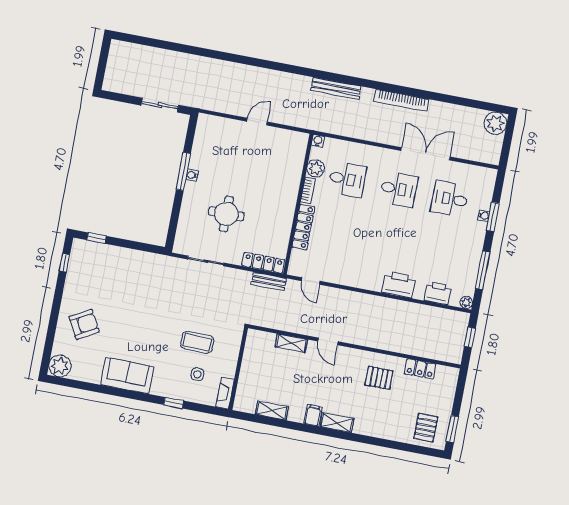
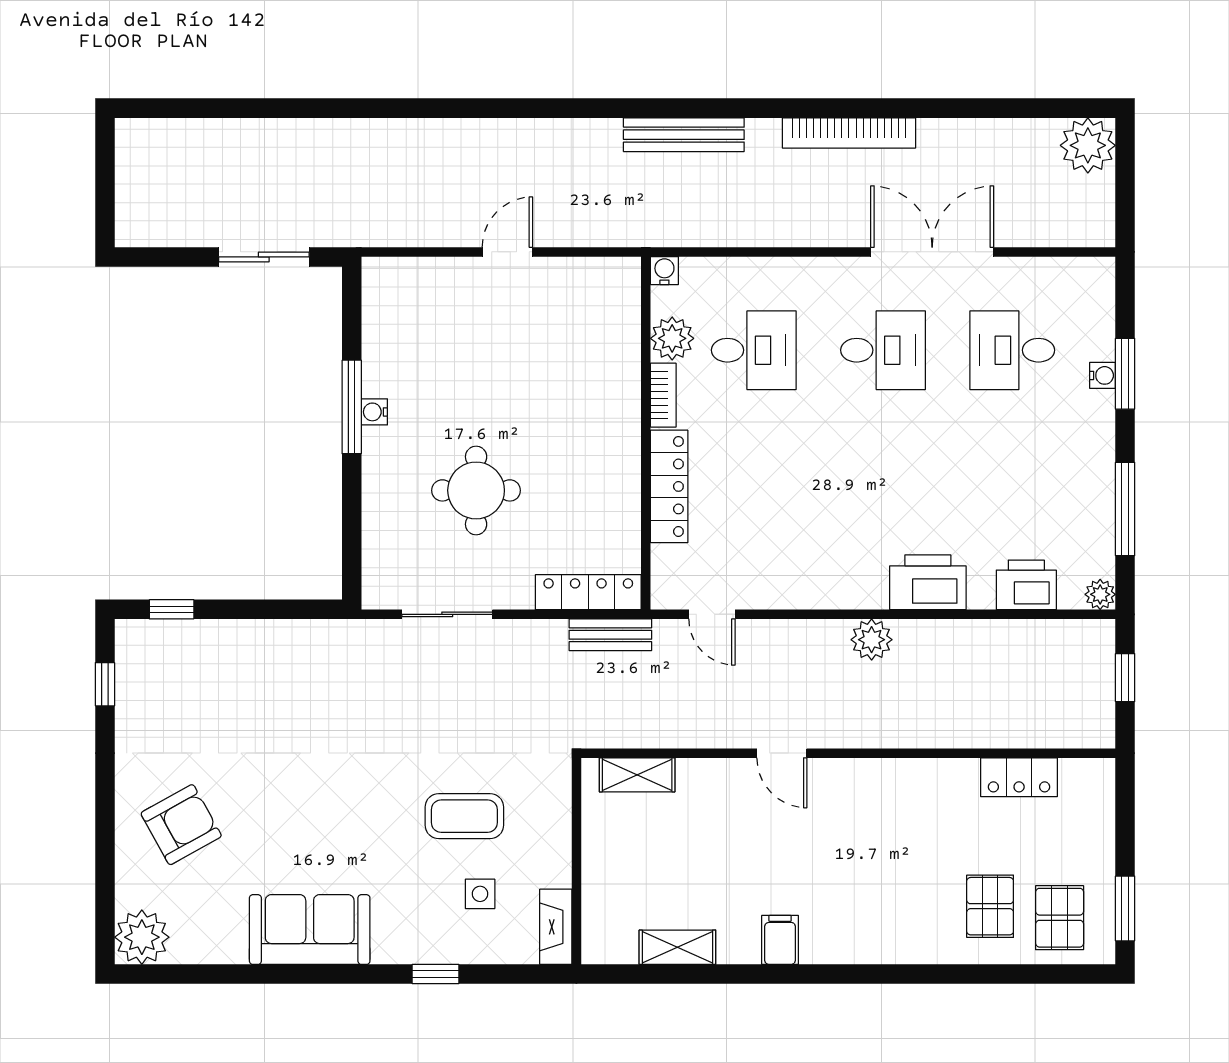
plant: (372, 303) -> (872, 640), added
shelving: (291, 343) -> (637, 775), moved
pallet: (379, 378) -> (990, 906), moved, turned 90
shelving: (337, 423) -> (841, 947), removed

